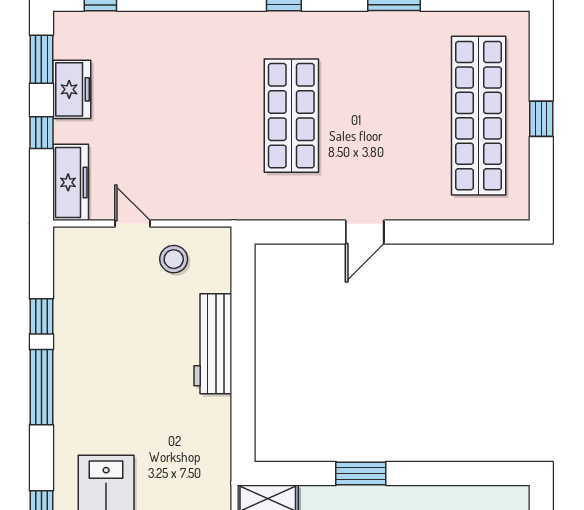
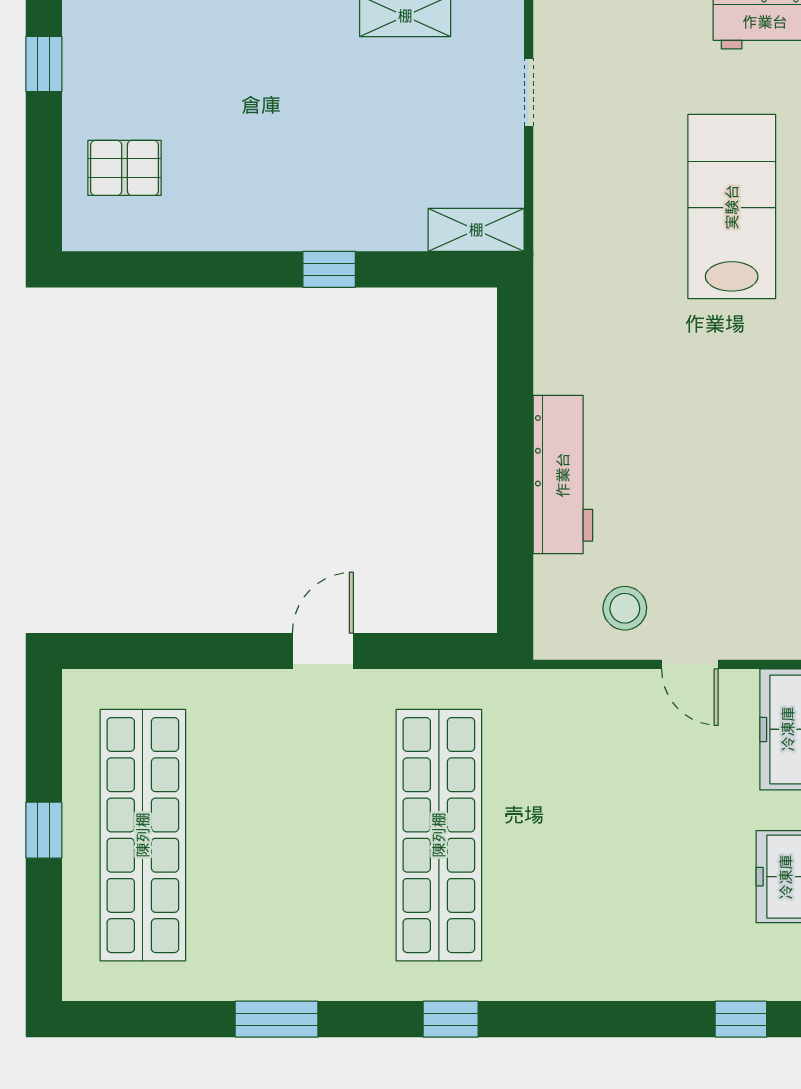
shop shelf: (291, 116) -> (439, 835), width x1.40
window: (361, 473) -> (329, 269), width x0.67

